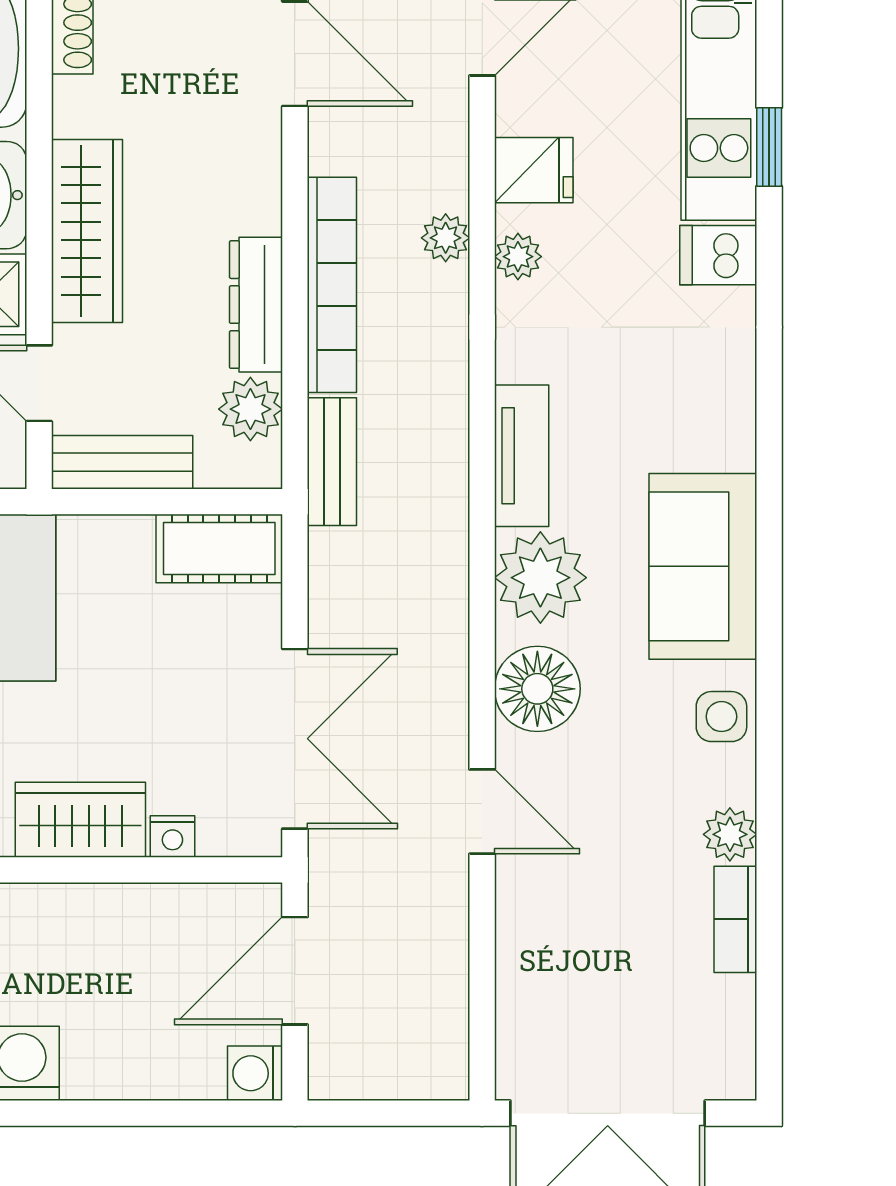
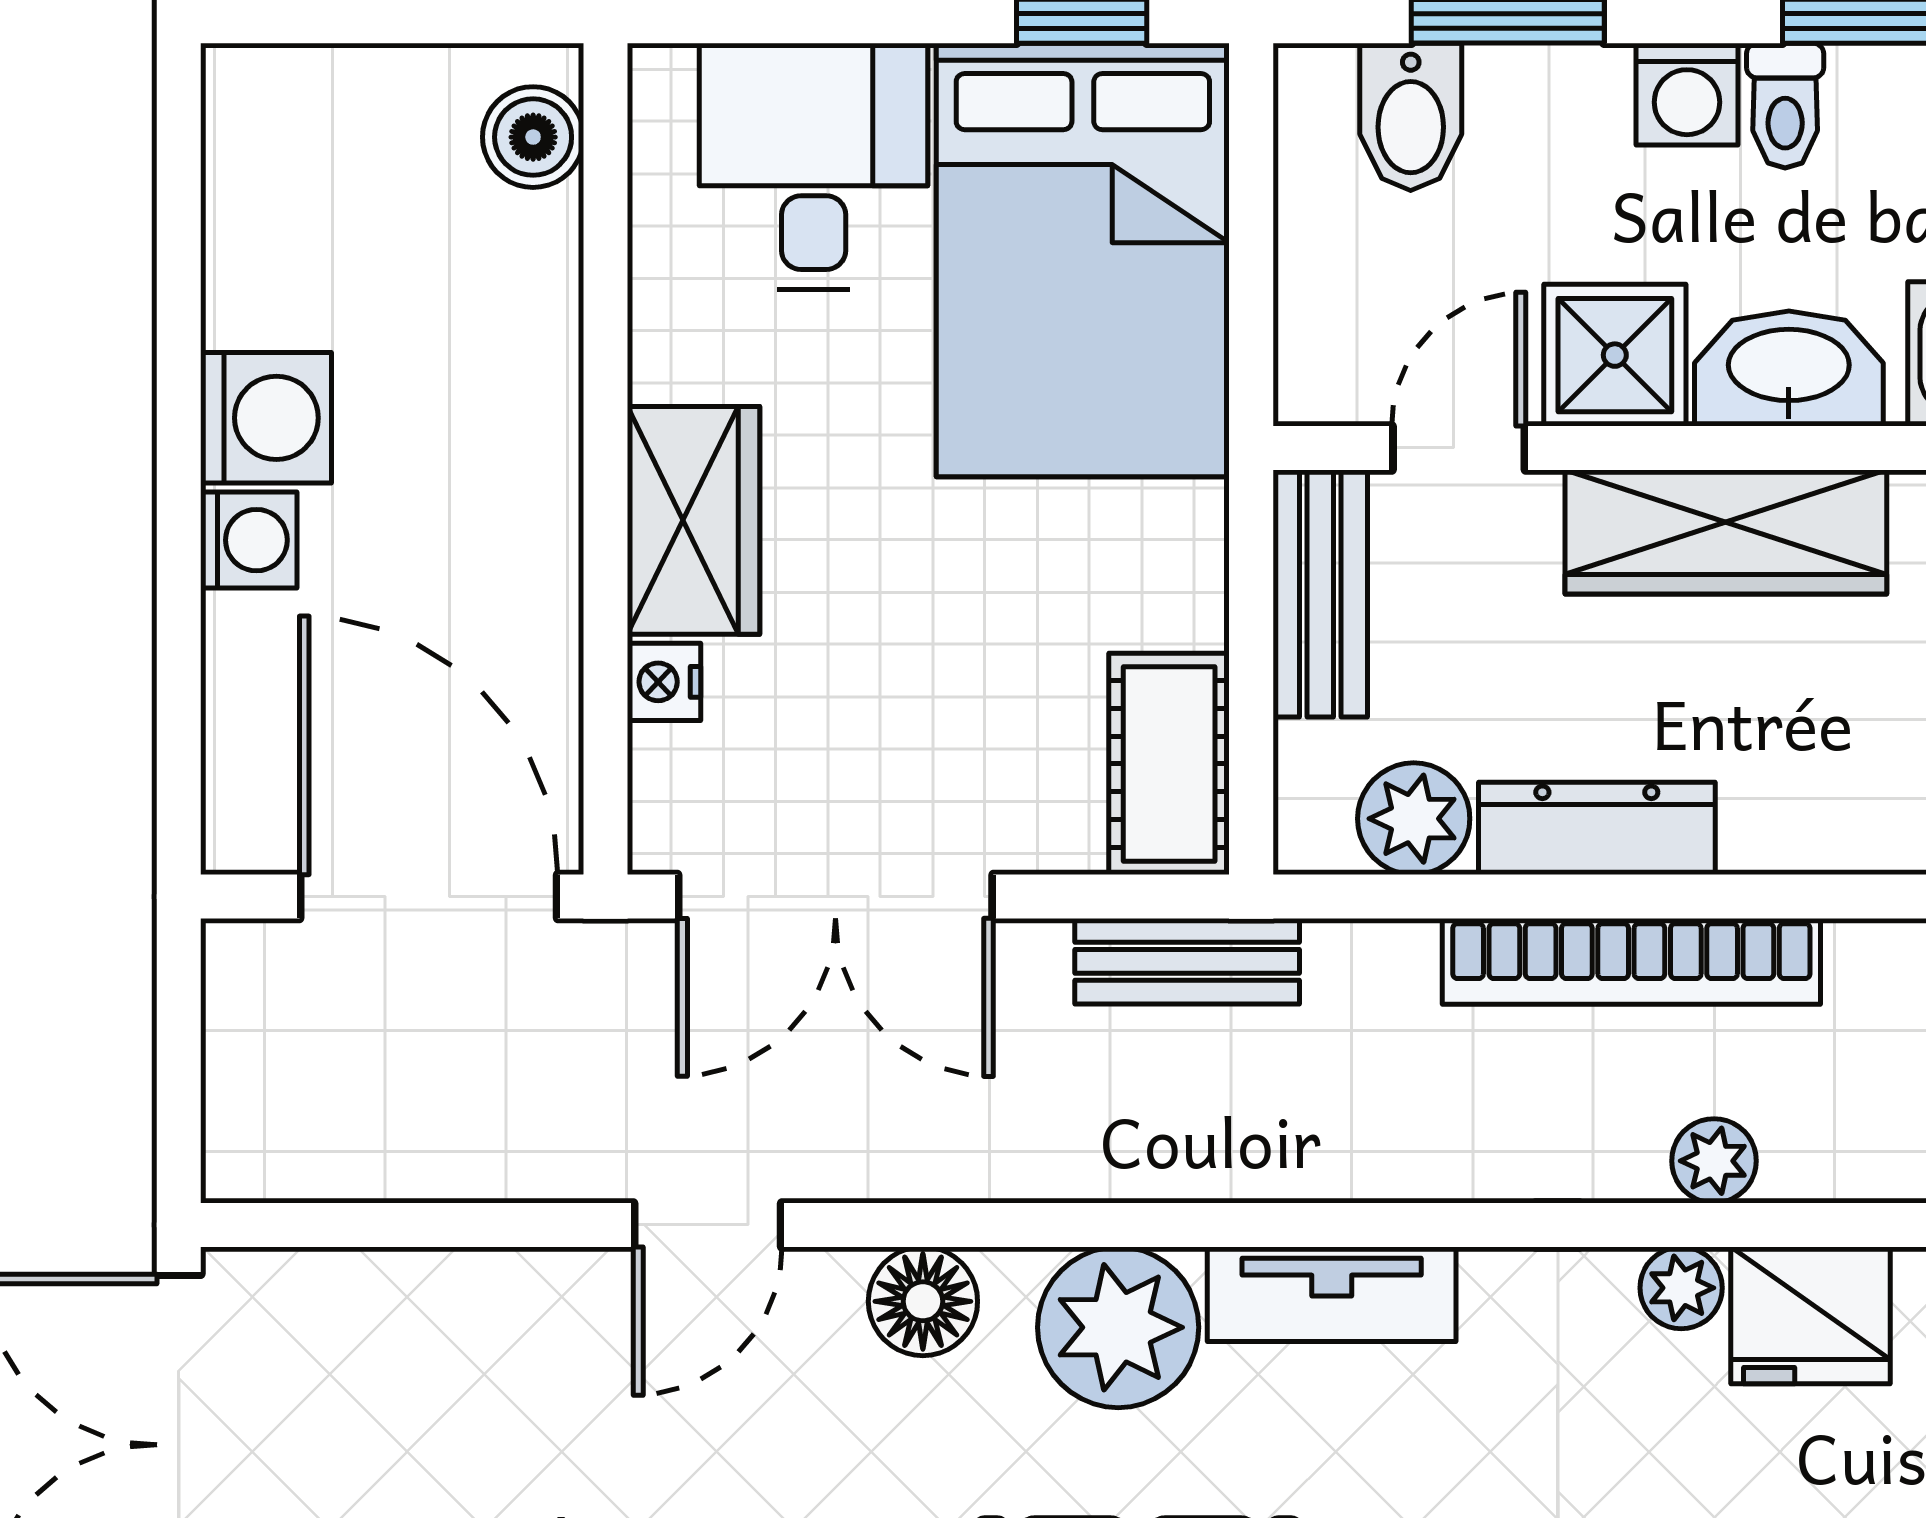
fridge: (534, 170) -> (1811, 1315), width x1.38
bench: (332, 462) -> (1187, 961), moved
floor lamp: (537, 689) -> (923, 1301), width x0.73, depth x0.73
door: (295, 971) -> (429, 897), width x1.36
washing machine: (255, 1073) -> (249, 540), moved, turned 90

